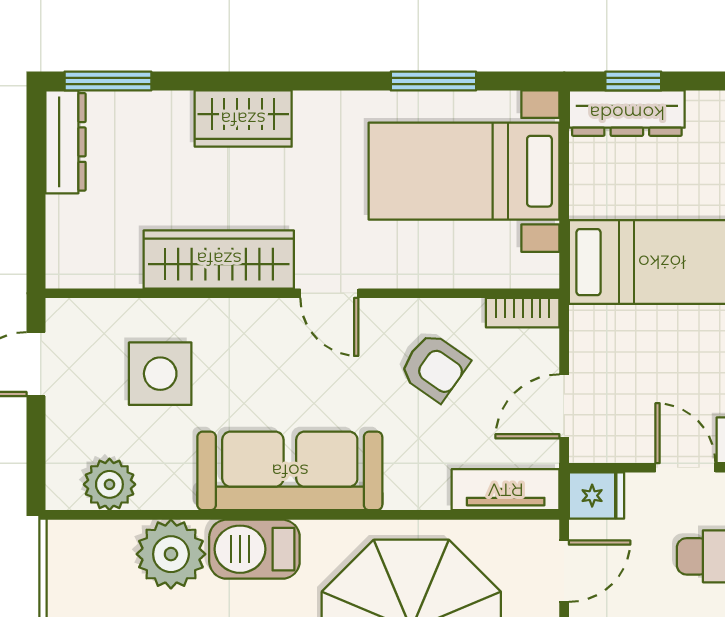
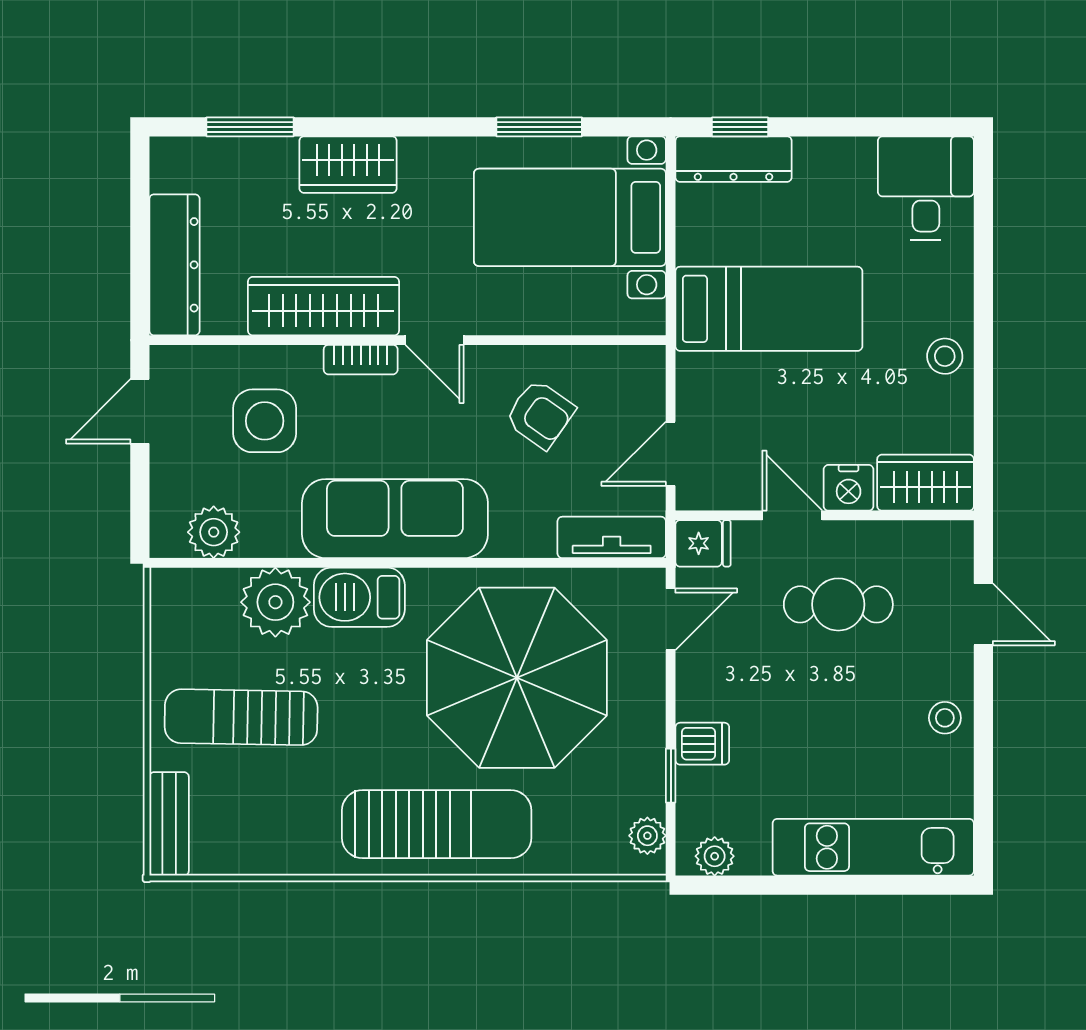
window: (108, 81) -> (250, 127), moved
dresser: (66, 142) -> (174, 265), moved, width x1.37, depth x1.24
bookcase: (523, 313) -> (361, 360), moved

